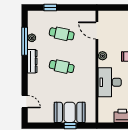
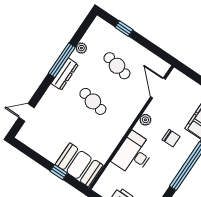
window: (25, 41) -> (62, 60), moved
door: (25, 102) -> (26, 113), swing flipped
booth: (70, 112) -> (79, 165), moved

